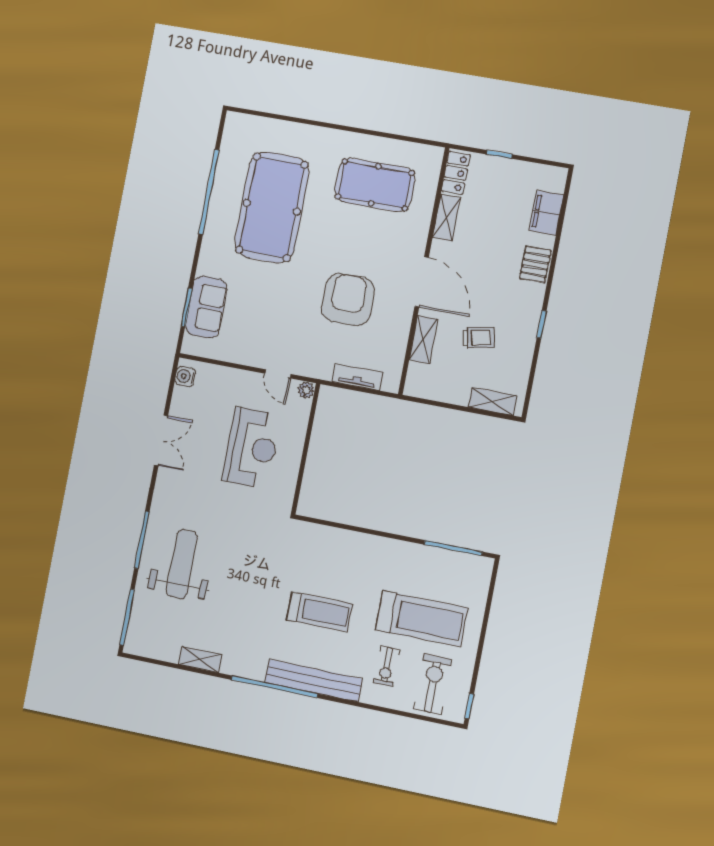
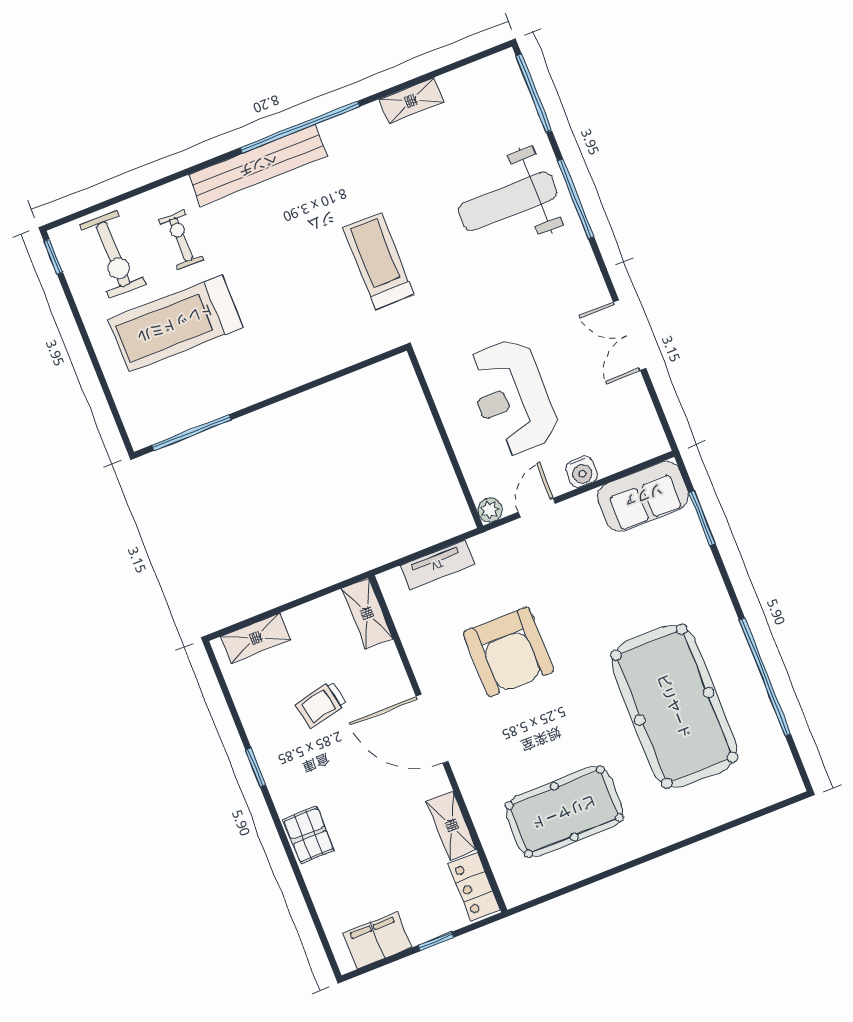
filing cabinet: (546, 213) -> (377, 940), moved, turned -90
sofa: (206, 307) -> (643, 496), moved, turned -90
shelving: (423, 339) -> (367, 613), moved
door: (278, 374) -> (537, 508), hinge flipped
water cooler: (185, 376) -> (582, 472), moved, turned 90
weight bench: (182, 564) -> (508, 201), turned 90
treadmill: (319, 612) -> (378, 261), moved, turned 90

